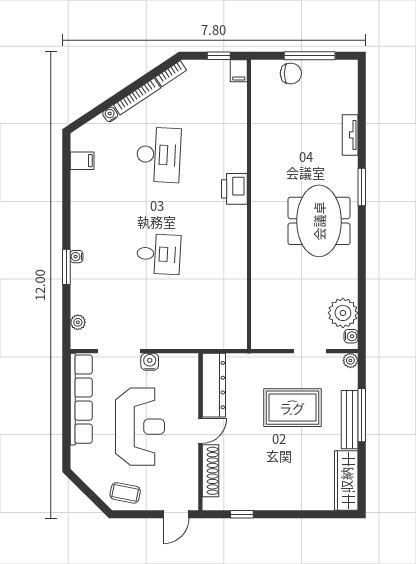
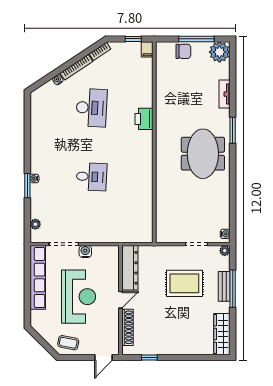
filing cabinet: (82, 161) -> (38, 112), removed
printer: (234, 189) -> (144, 119), moved
plant: (343, 313) -> (220, 52), moved
bench: (350, 420) -> (224, 286), width x0.73

